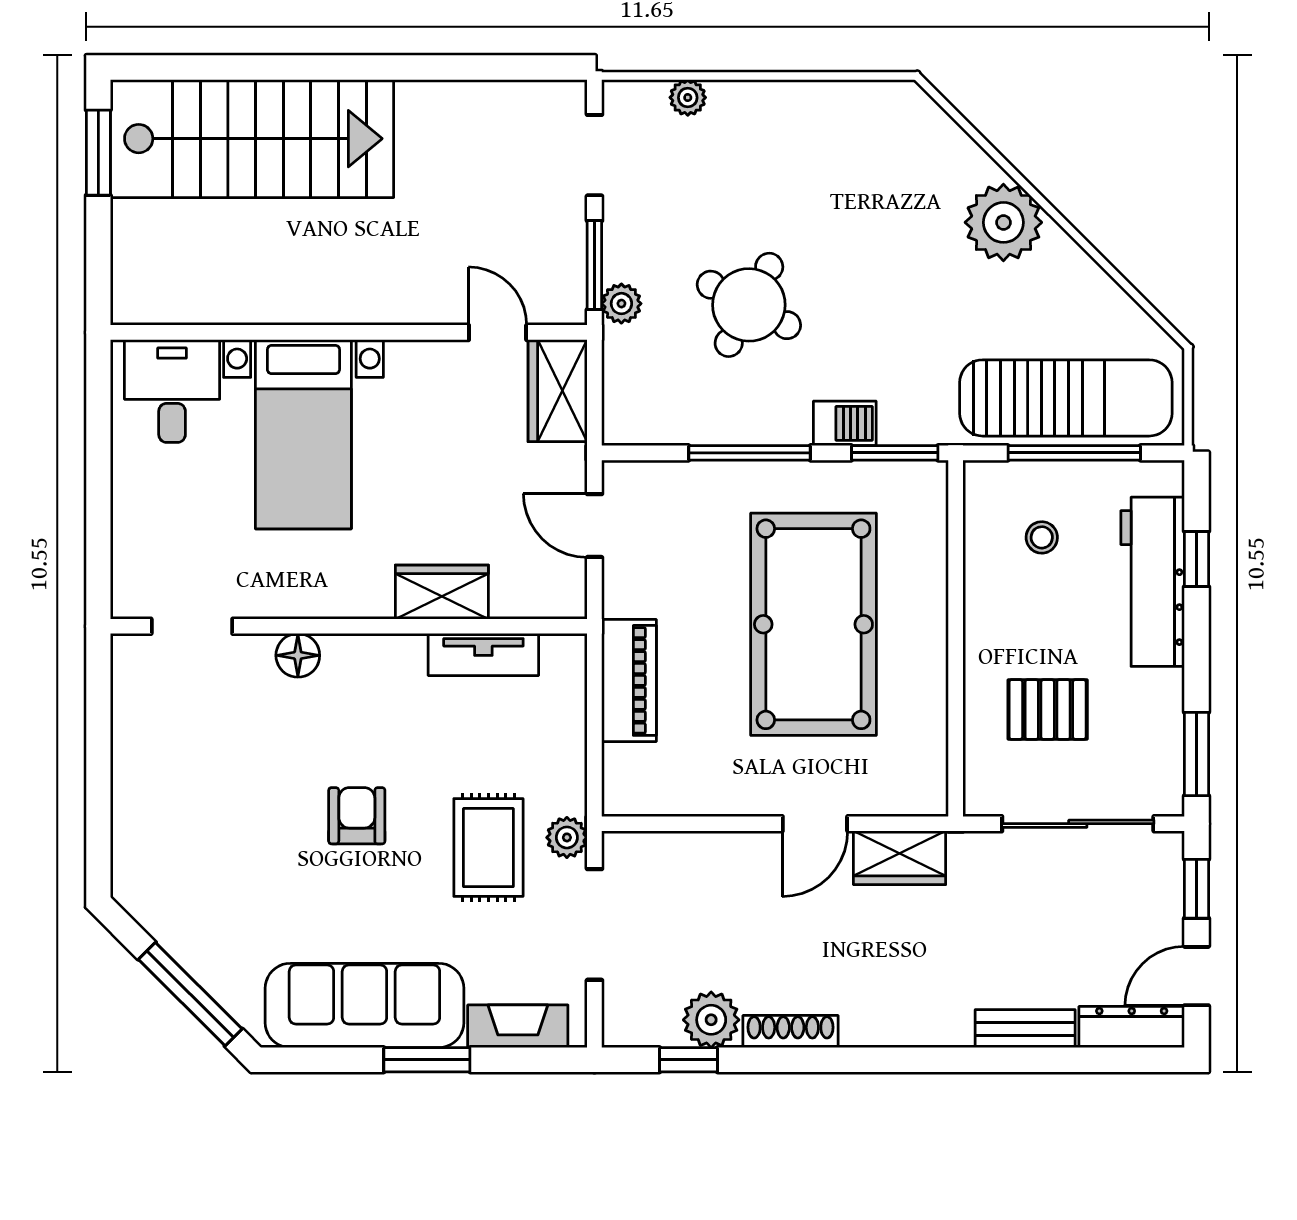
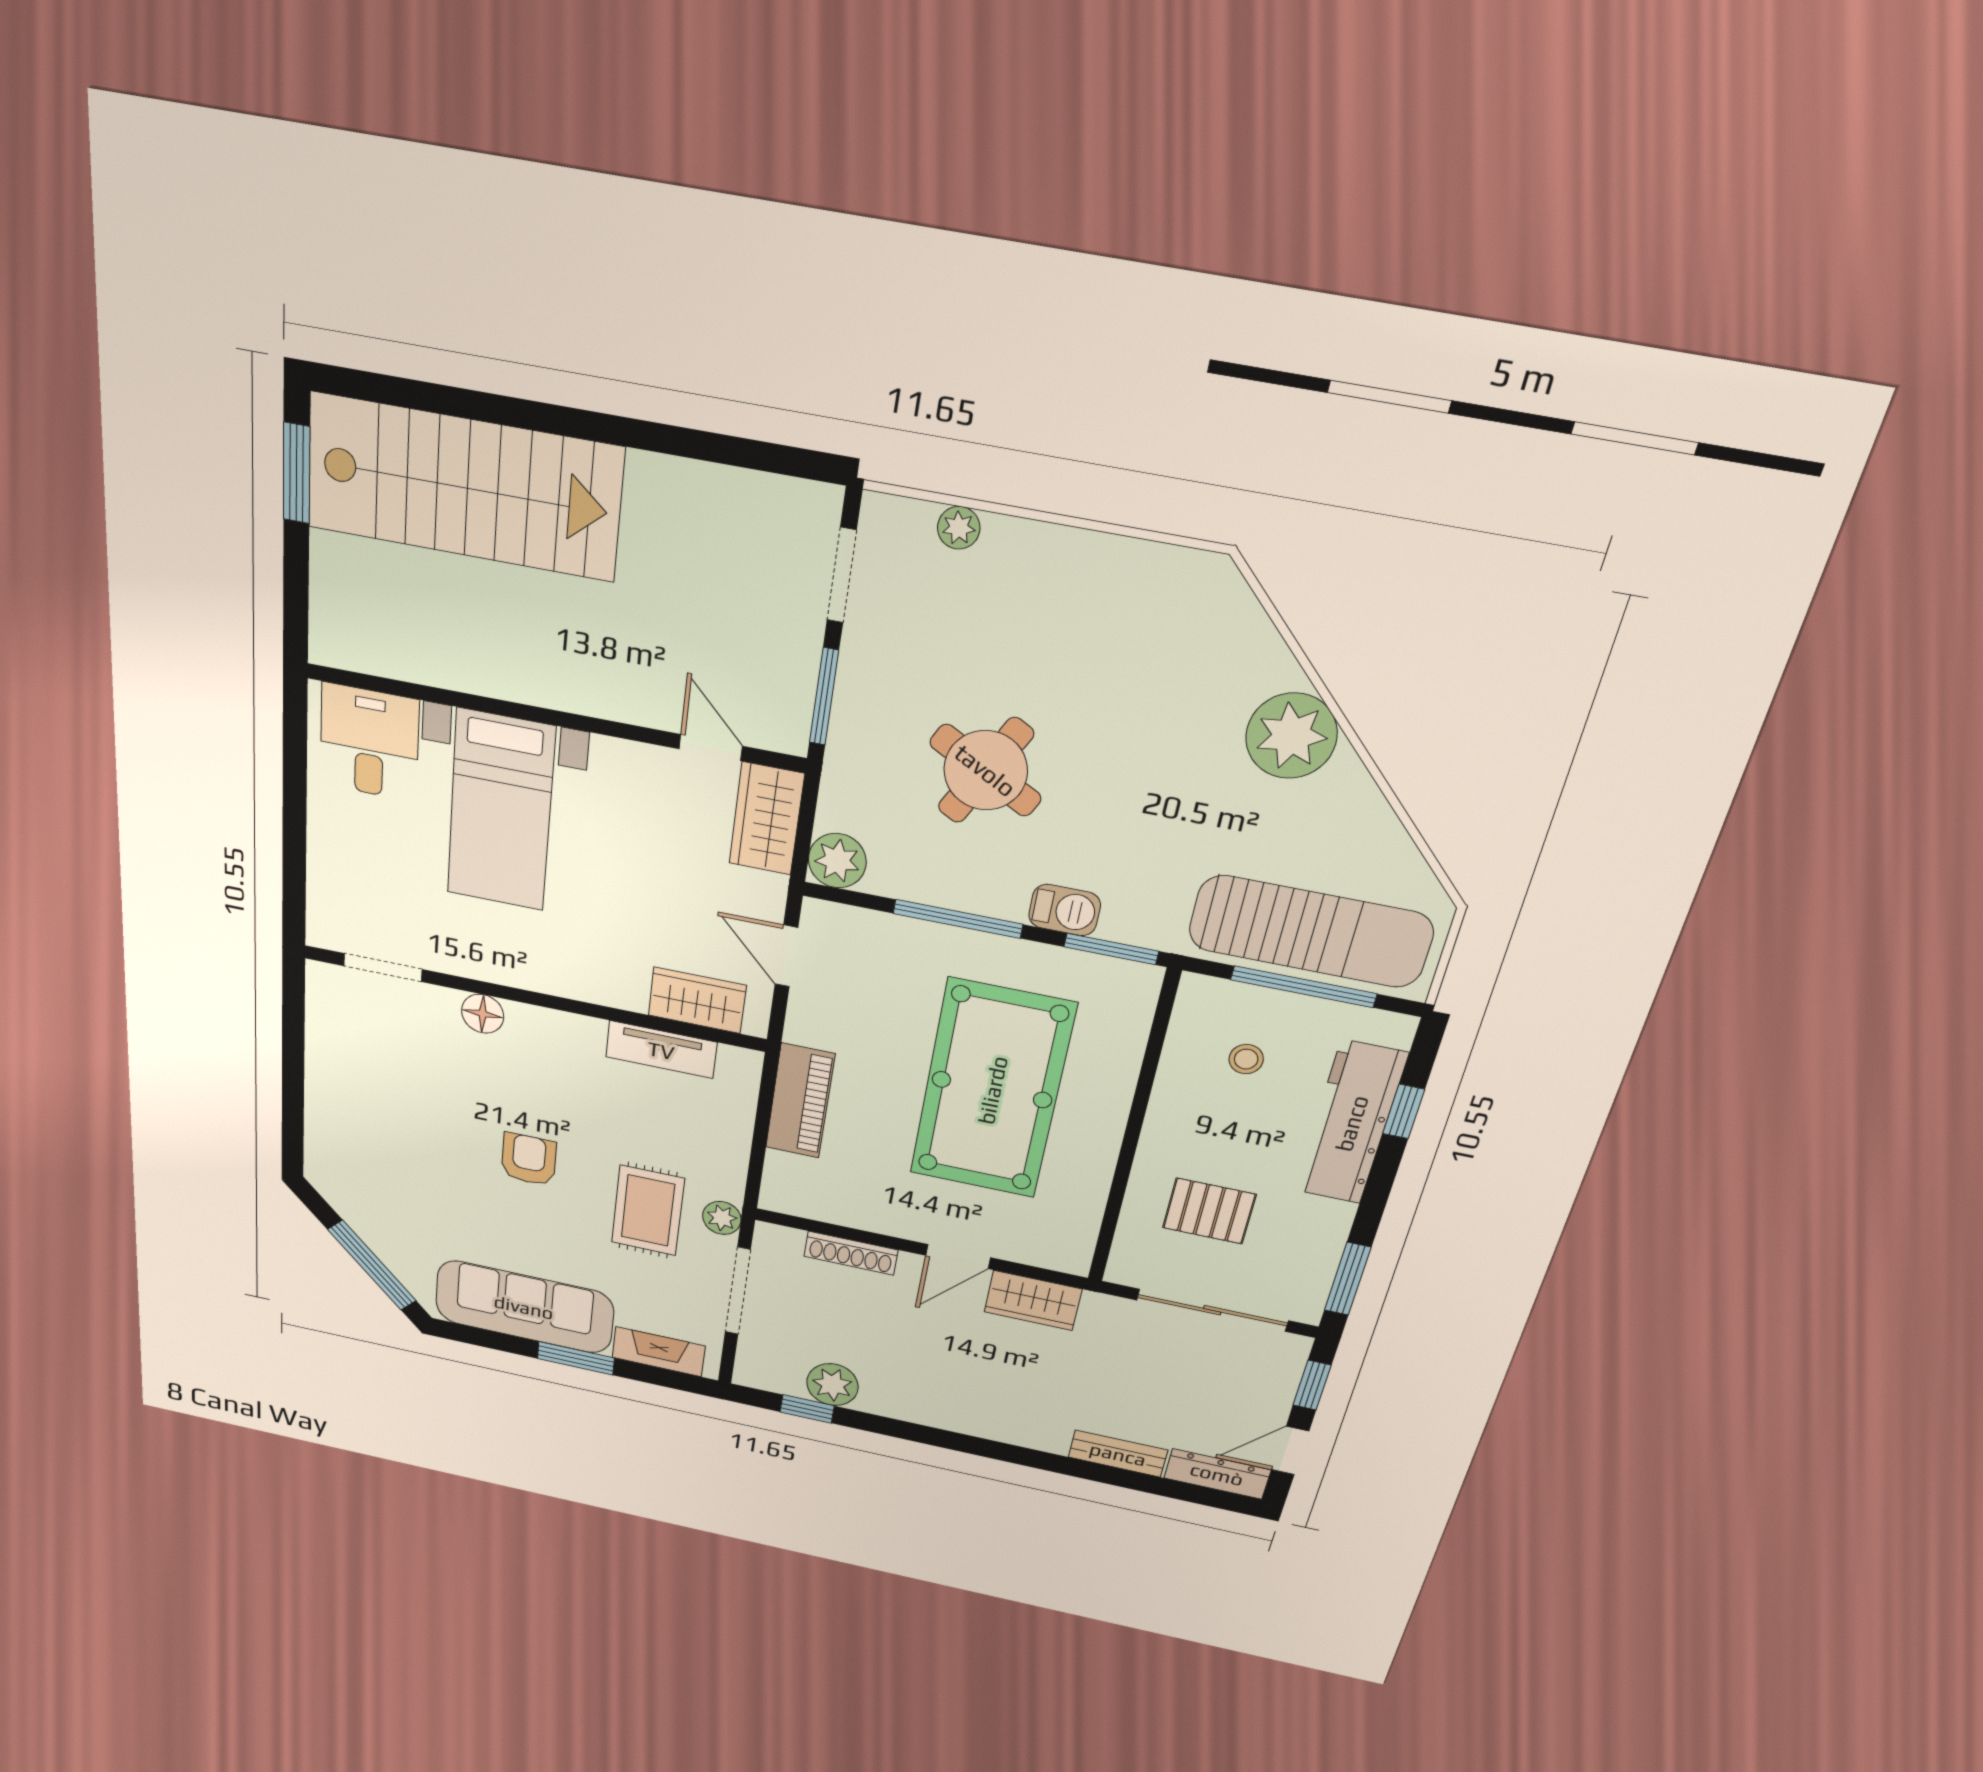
plant: (621, 304) -> (837, 861), moved, width x1.38, depth x1.38
wardrobe: (442, 592) -> (697, 1000), moved
shoe rack: (791, 1032) -> (851, 1253), moved, turned 180

